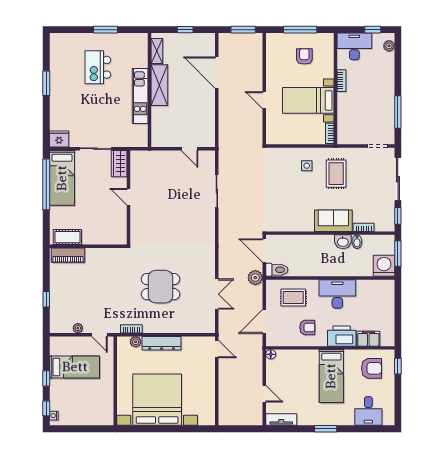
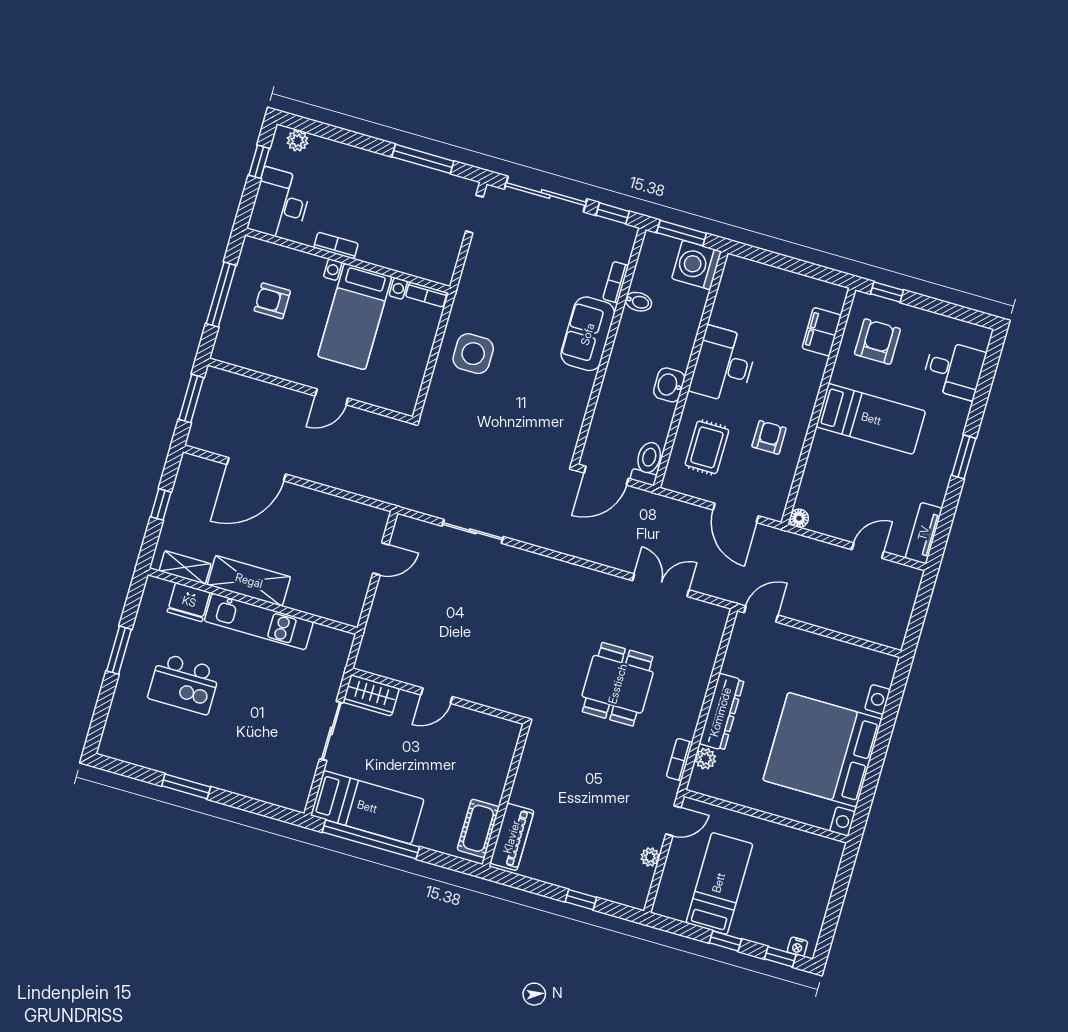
fridge: (59, 139) -> (189, 602), moved, turned -90
side table: (307, 166) -> (473, 354), width x1.87, depth x1.87
rug: (336, 174) -> (503, 304), removed
washbasin: (343, 242) -> (669, 385), moved, turned 180
plant: (255, 278) -> (651, 506), removed
printer: (342, 336) -> (803, 379), removed

